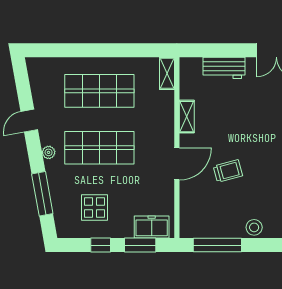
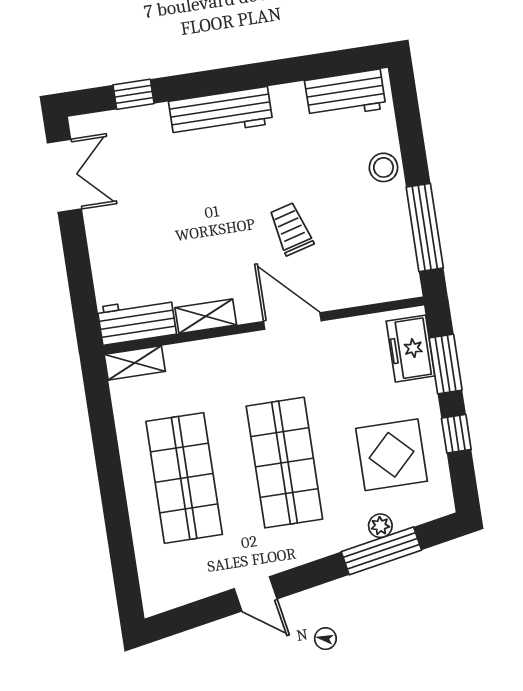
workbench: (224, 68) -> (137, 321), moved, turned -90
plant: (49, 152) -> (380, 526), moved
display table: (95, 208) -> (392, 455), width x1.36, depth x1.36

